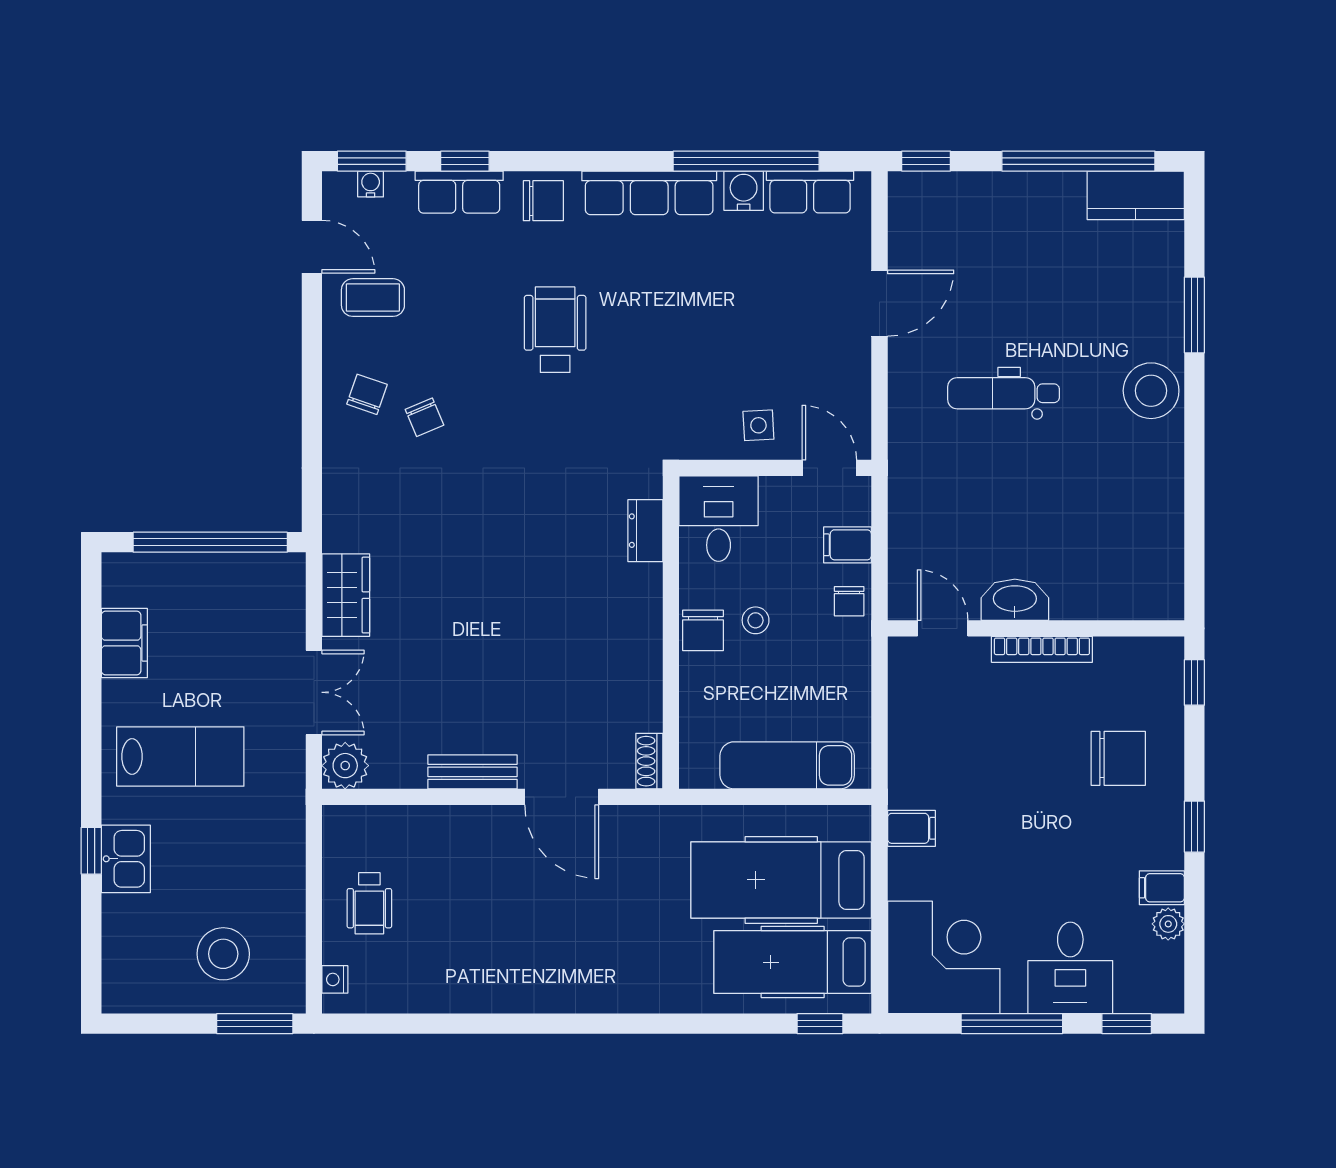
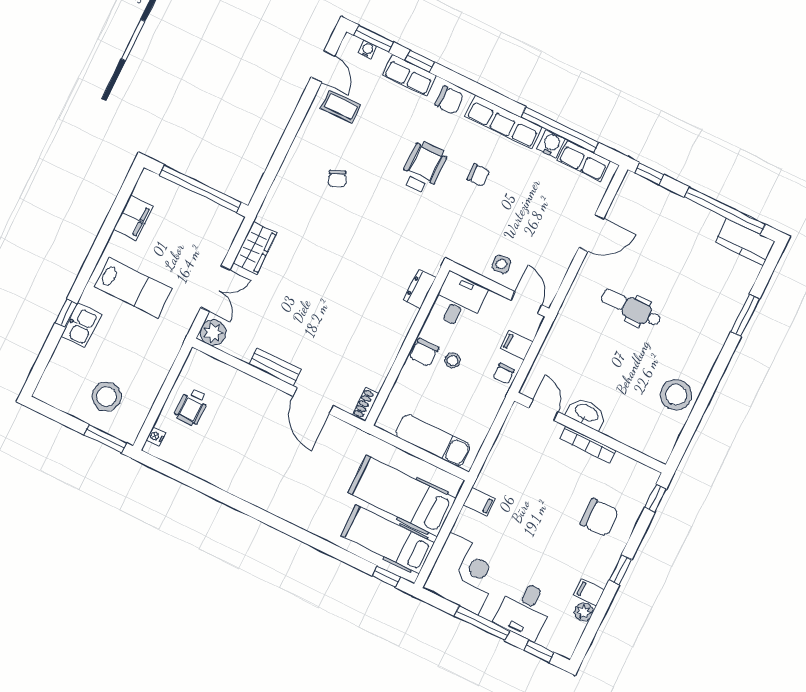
stool: (1151, 391) -> (676, 395), moved
chair: (367, 394) -> (478, 175), moved, turned 71

